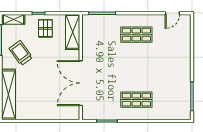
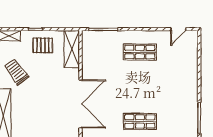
pallet: (45, 28) -> (43, 45), turned 90
double door: (81, 83) -> (81, 104), swing flipped

